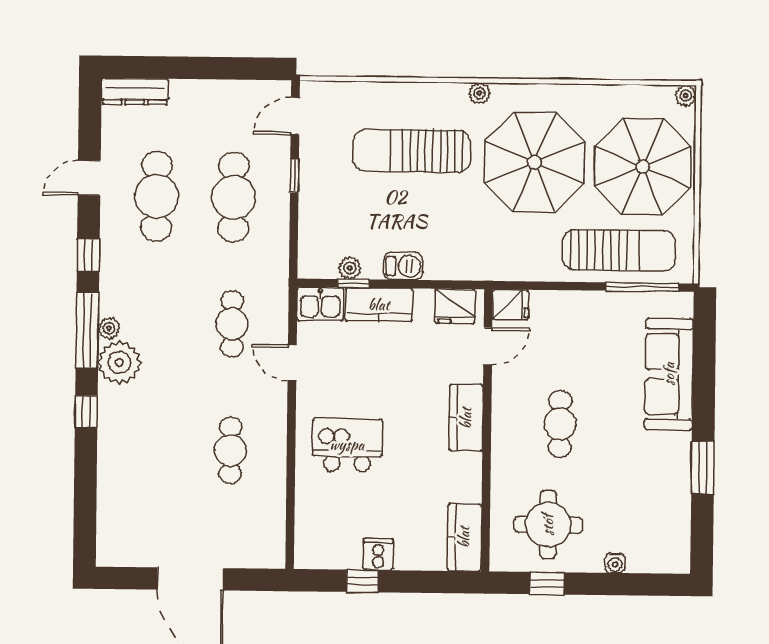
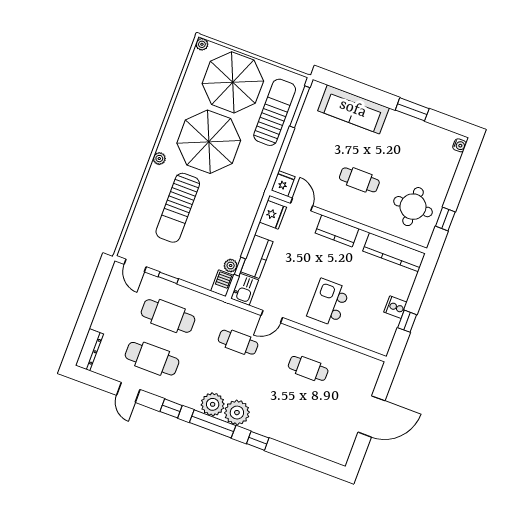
barbecue: (403, 266) -> (222, 283), moved
plant: (109, 328) -> (213, 404), width x1.88, depth x1.88
kitchen counter: (464, 537) -> (394, 252), width x1.50
water cooler: (615, 563) -> (459, 145), moved

